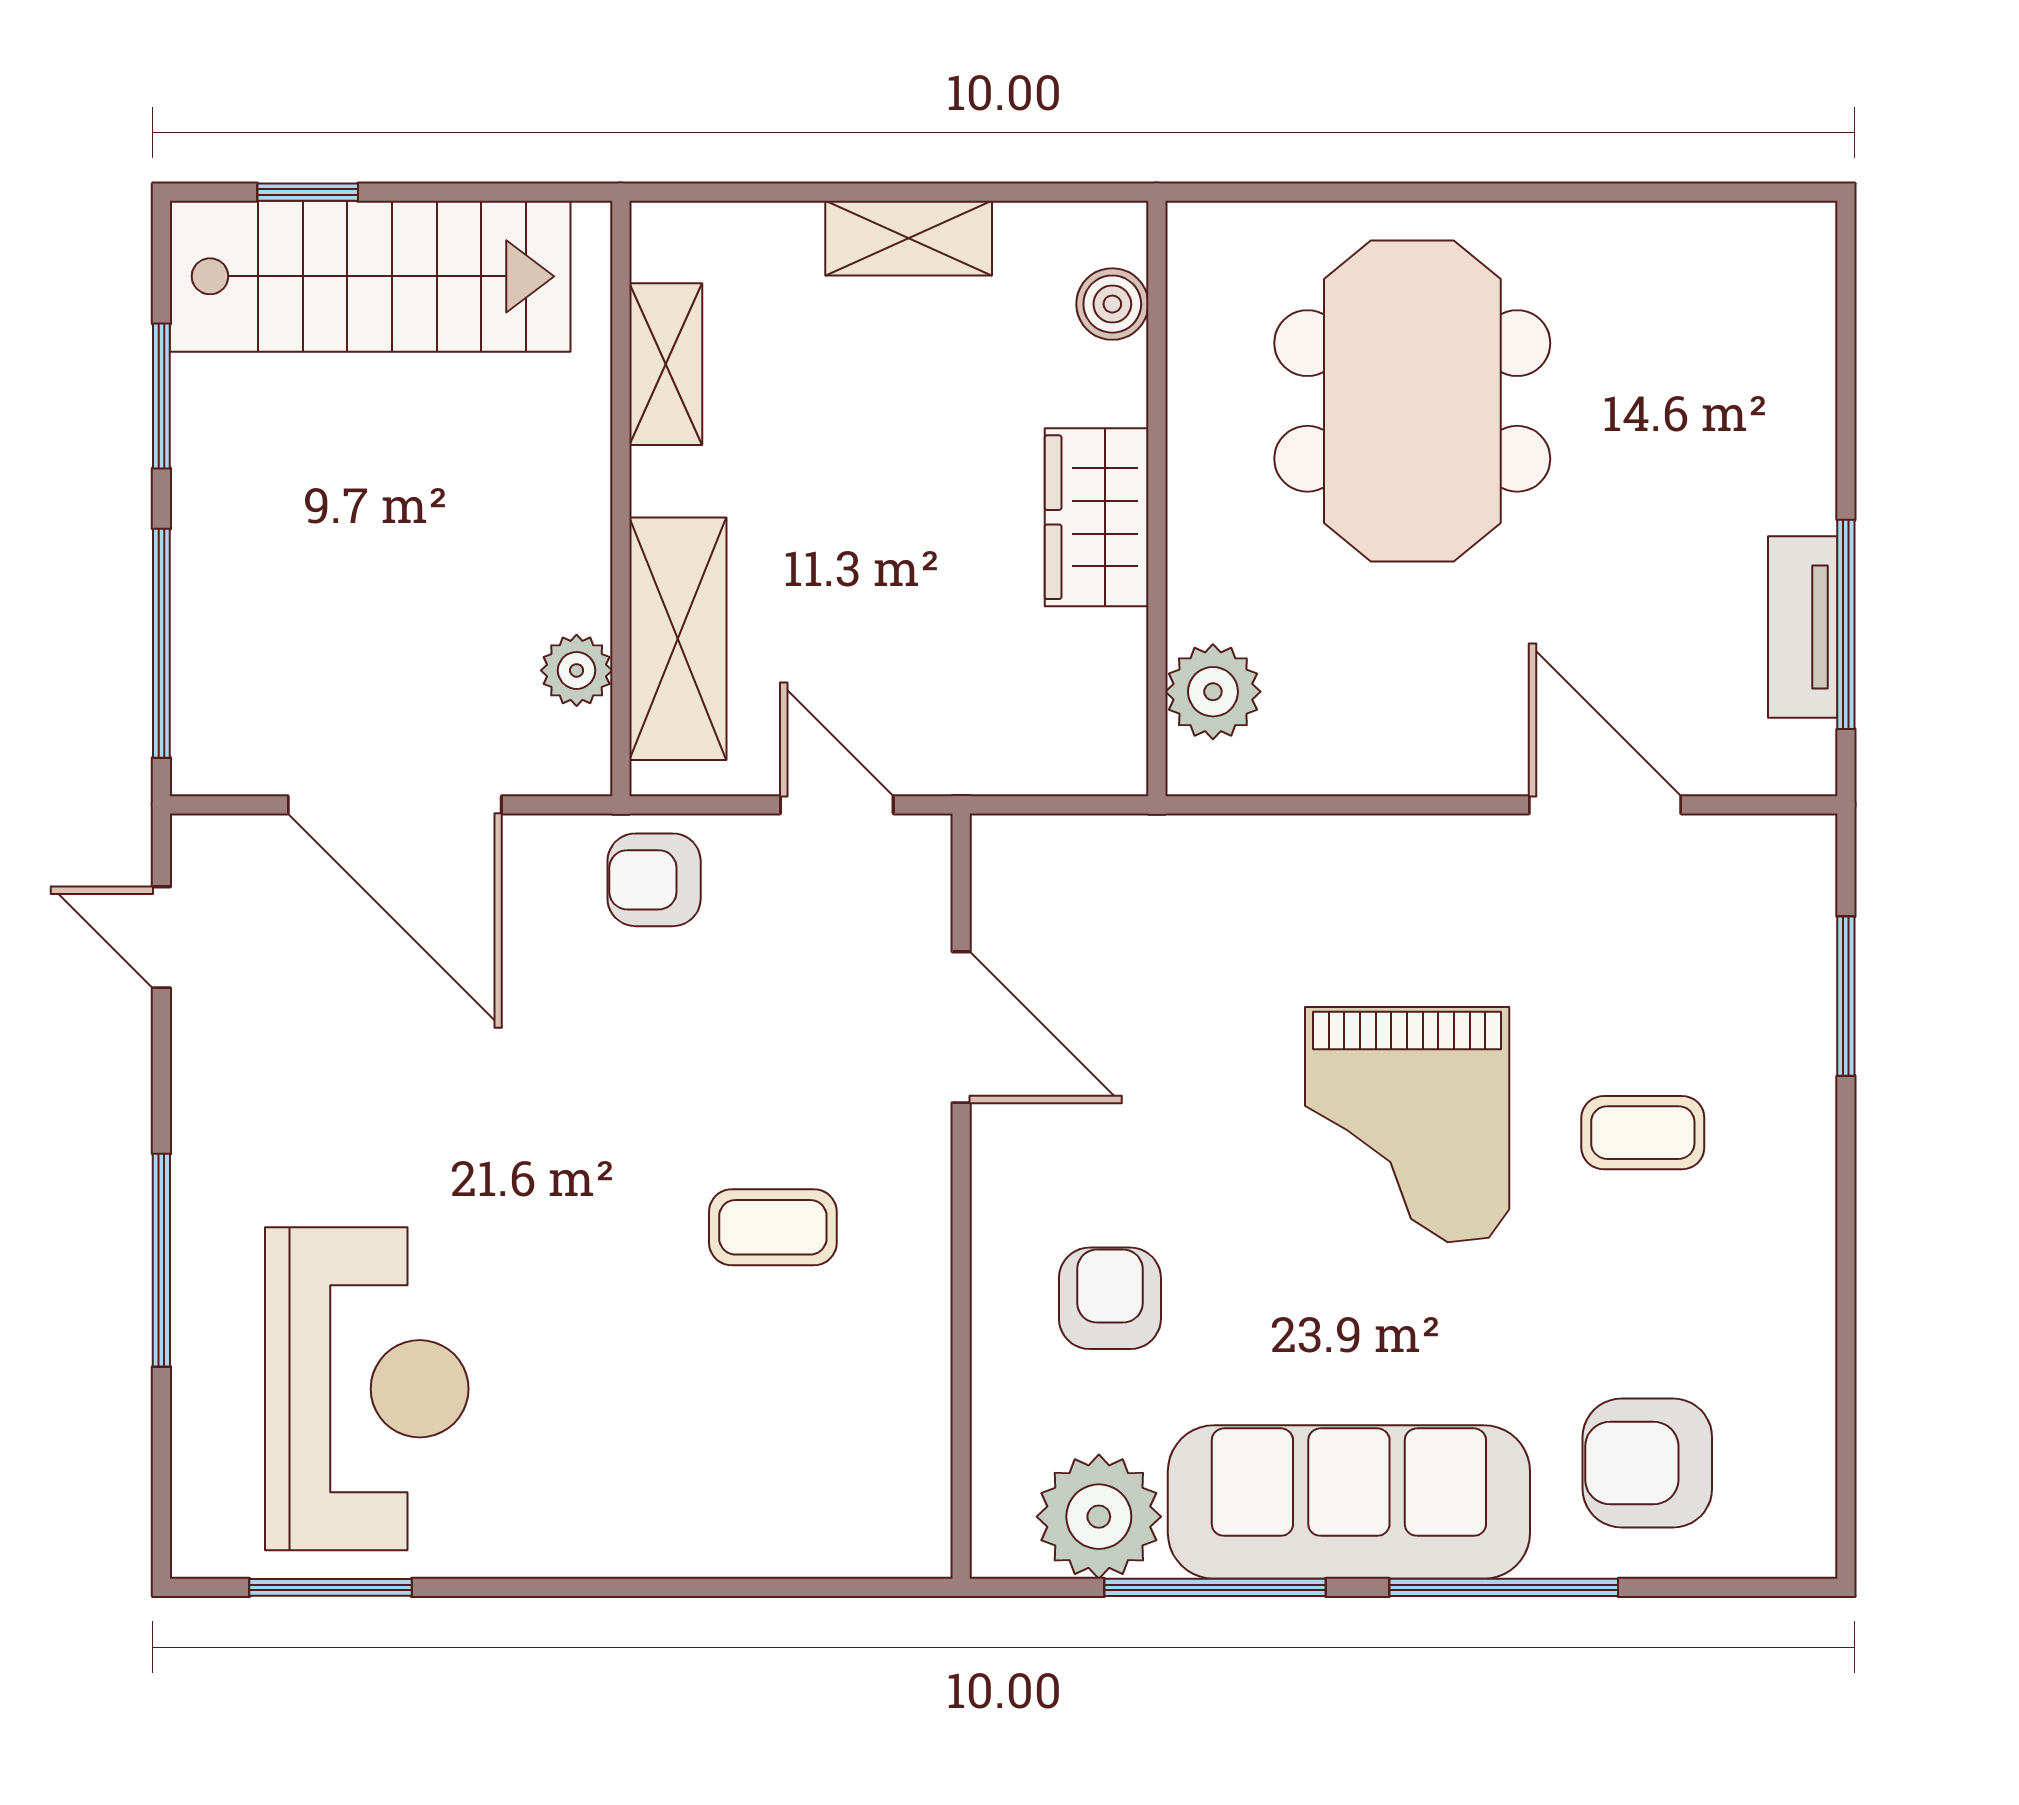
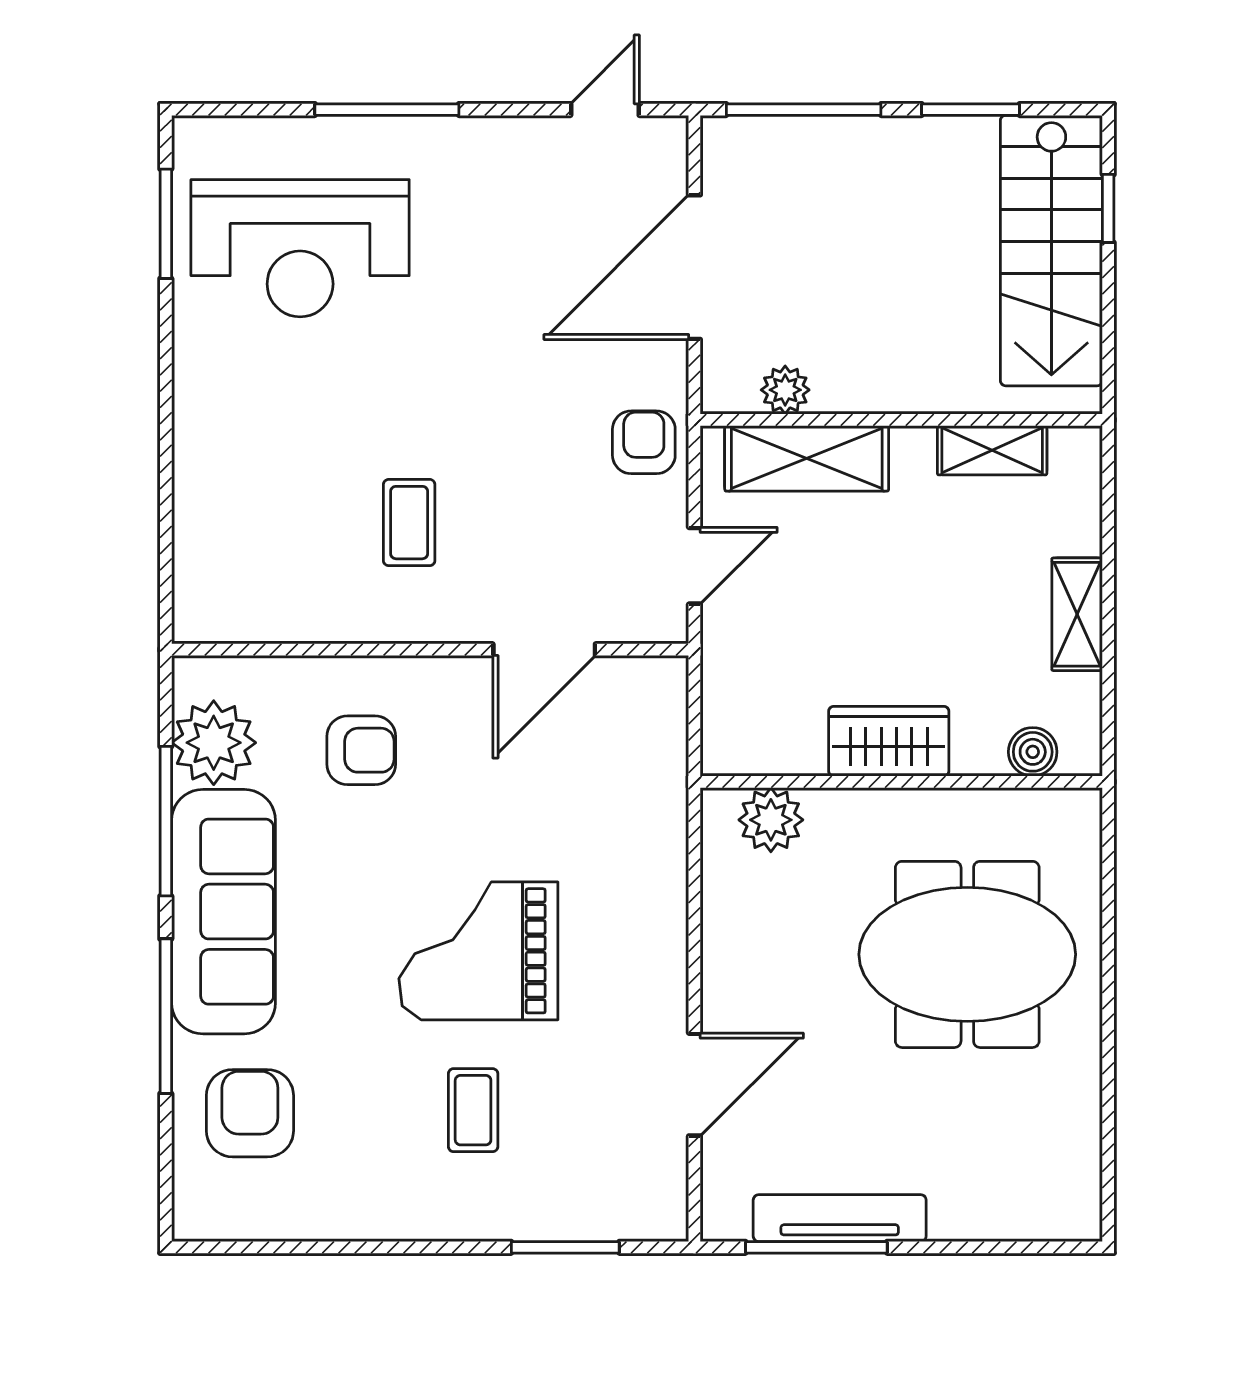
tv unit: (1803, 627) -> (840, 1218), width x1.41

